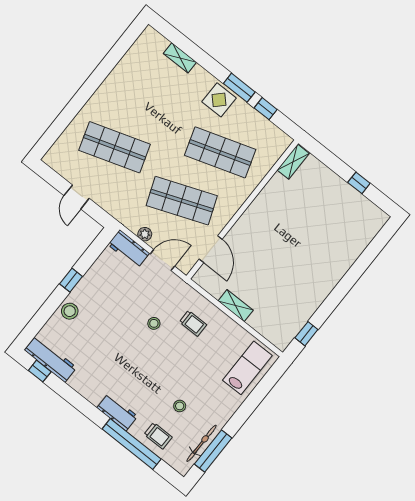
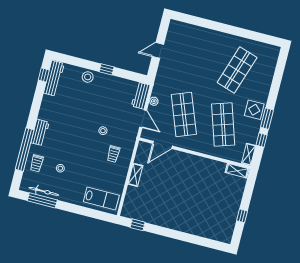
shelving: (180, 58) -> (249, 154), moved
shop shelf: (115, 147) -> (237, 70), moved, turned 36

